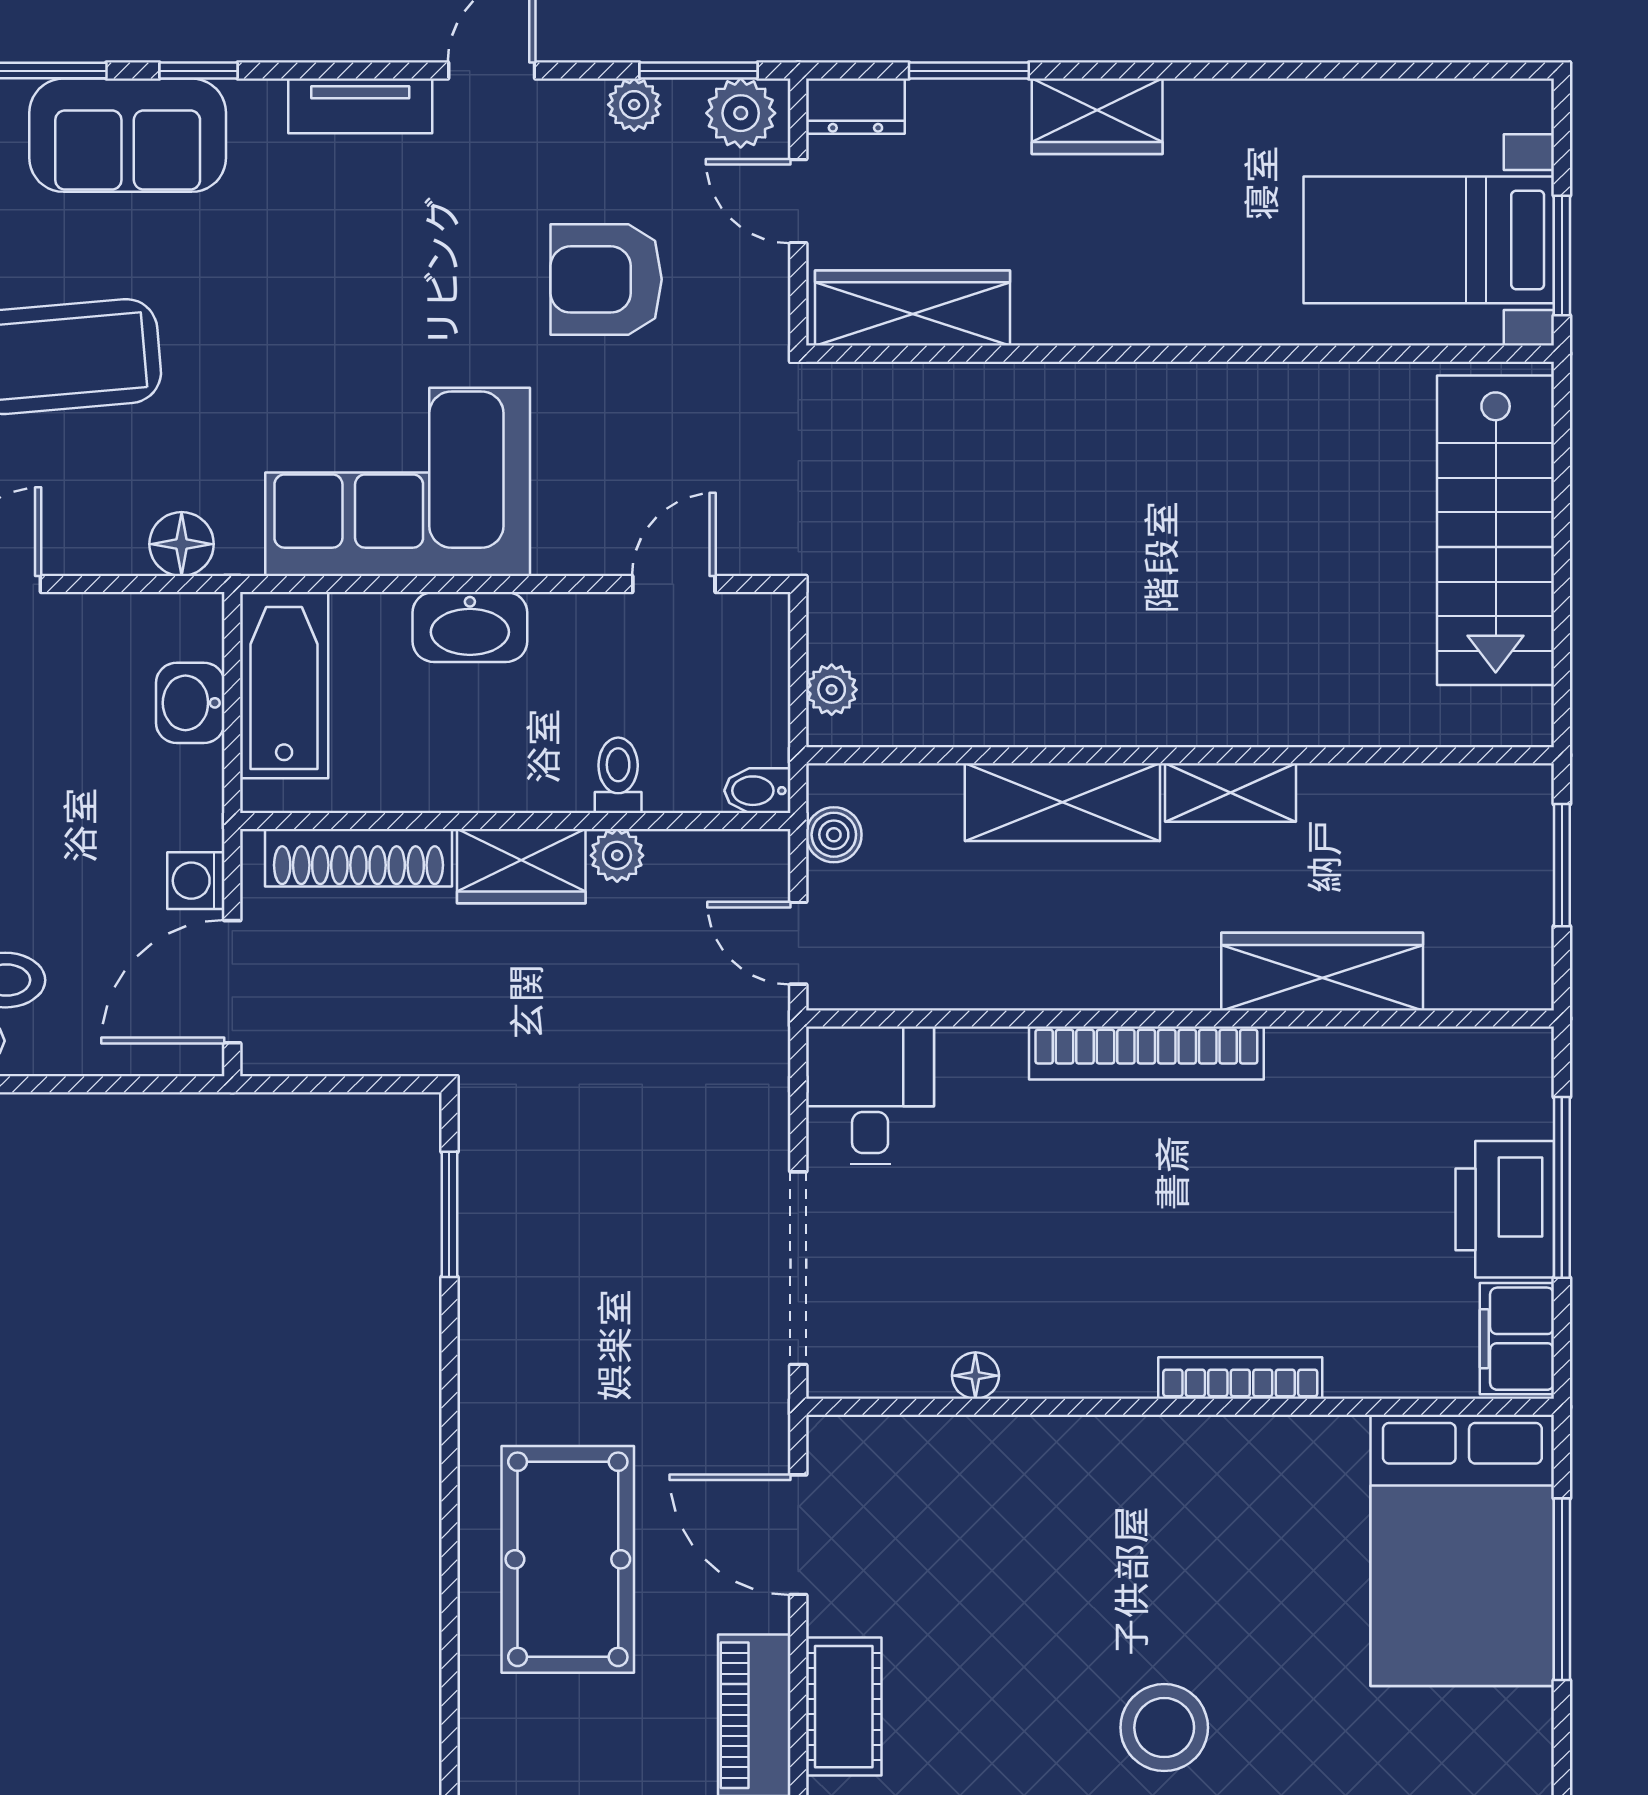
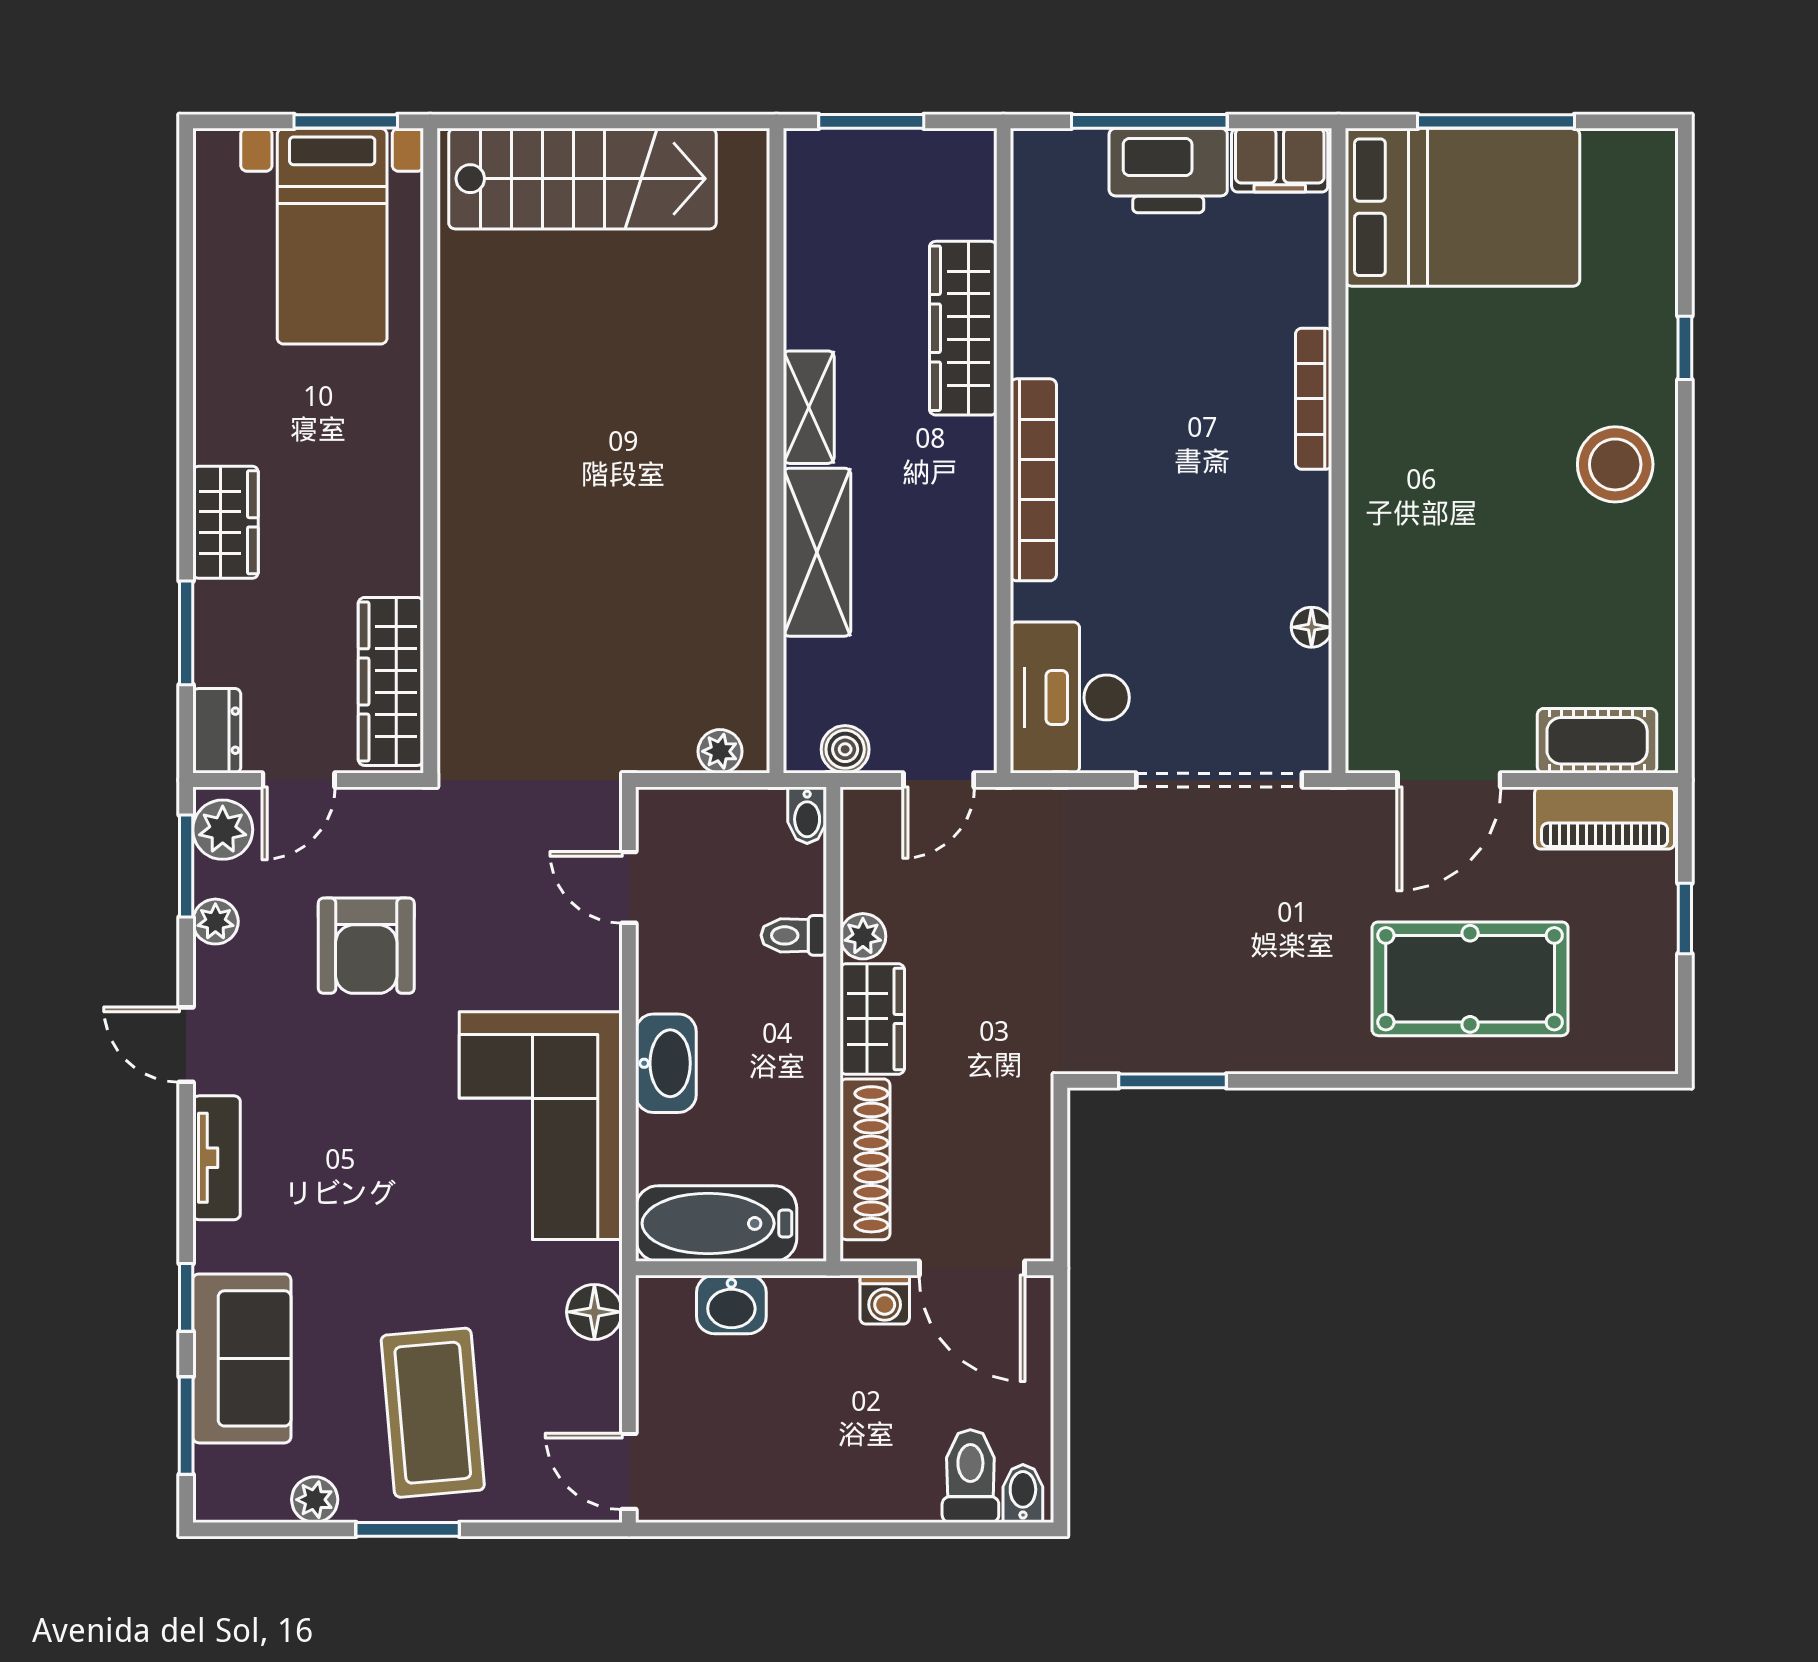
desk: (870, 1095) -> (1070, 698), width x1.37

